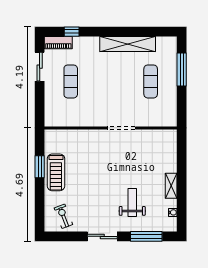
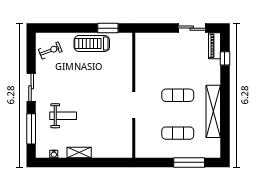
exercise mat: (71, 81) -> (178, 95), moved
window: (40, 167) -> (108, 28), moved

